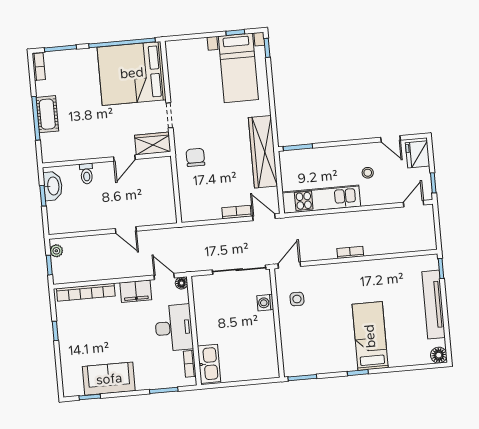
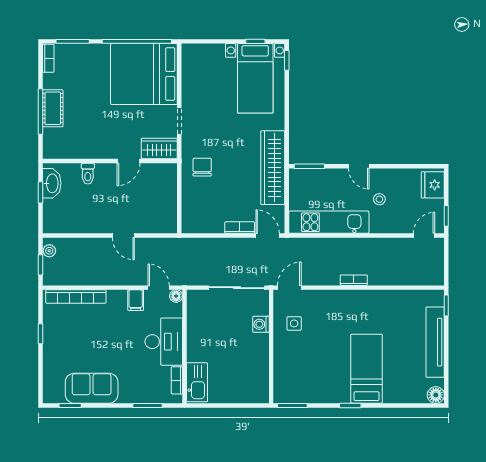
door: (391, 139) -> (359, 166), moved
filing cabinet: (136, 291) -> (136, 300), width x0.50

